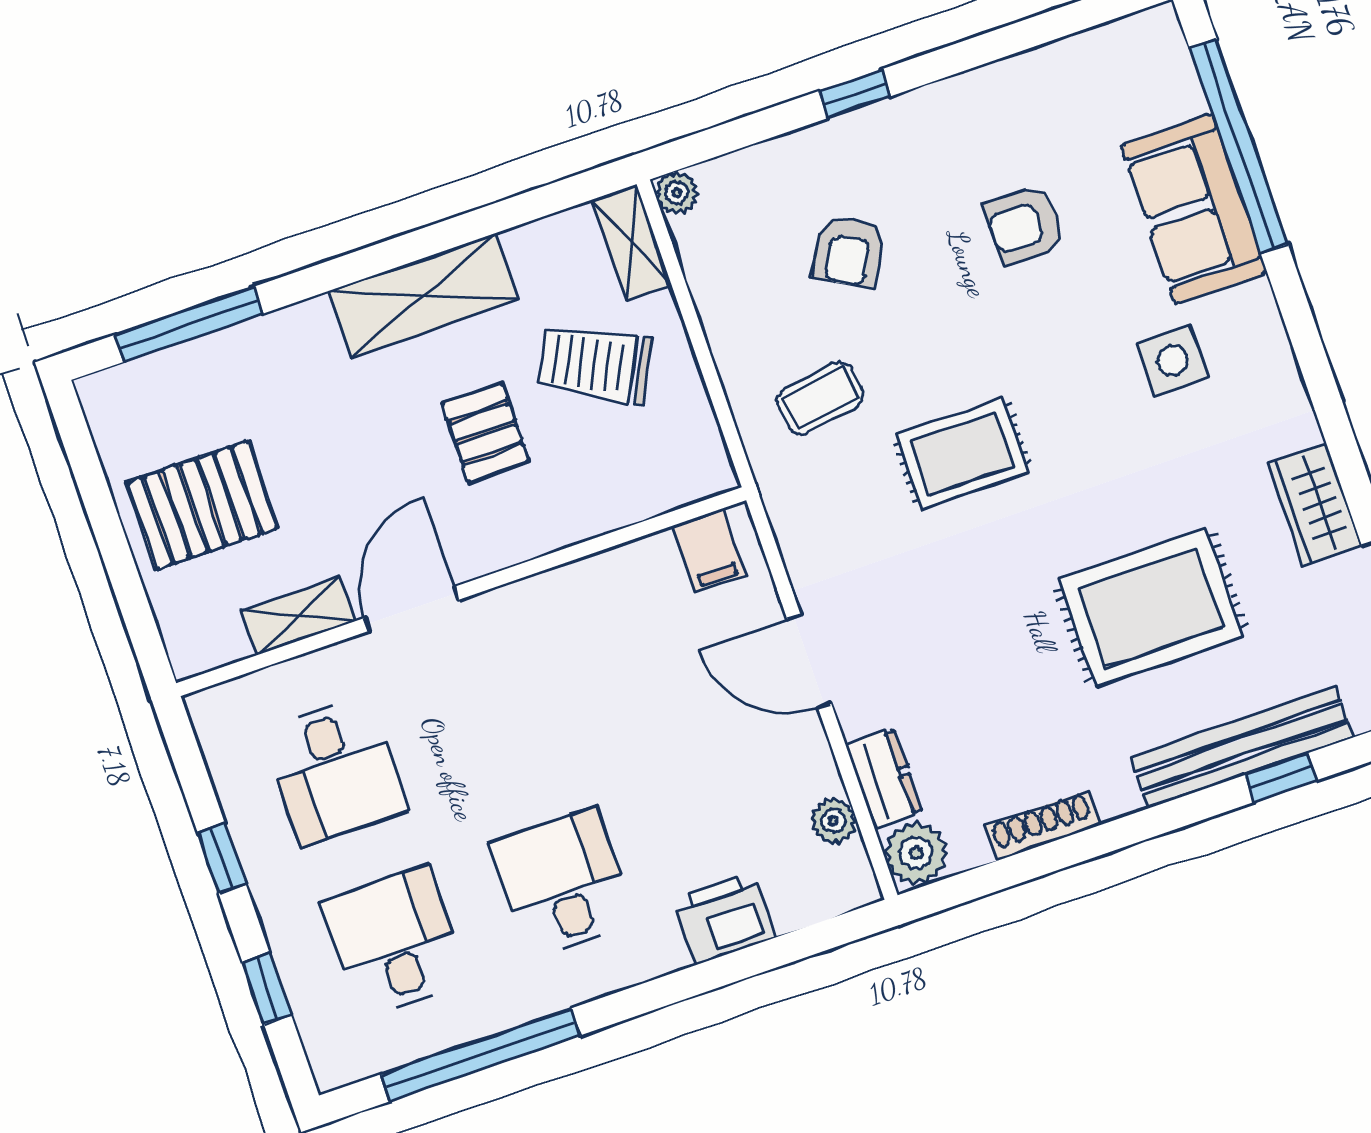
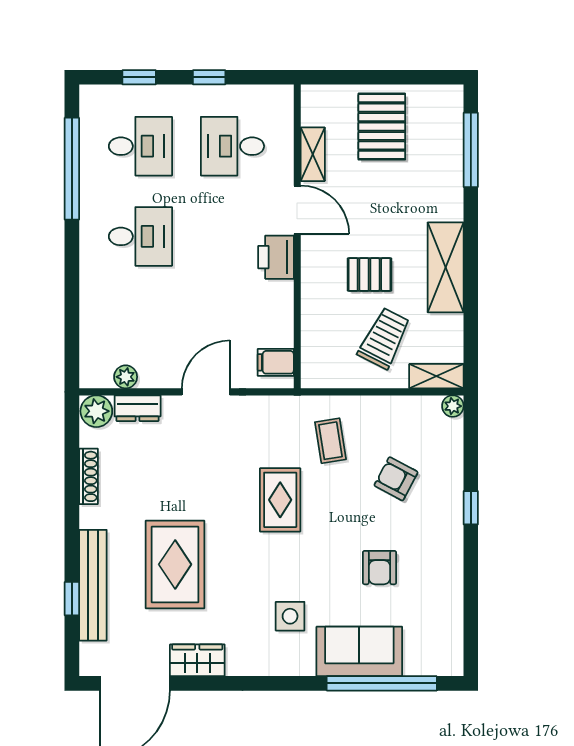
armchair: (1025, 225) -> (379, 568), turned 180
printer: (725, 918) -> (276, 257), moved, turned 180

